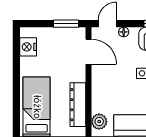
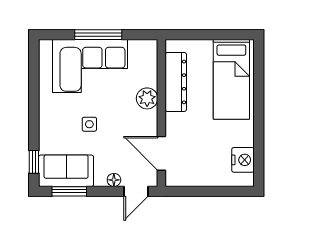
window: (66, 24) -> (192, 191), removed
plant: (99, 122) -> (147, 98), moved

